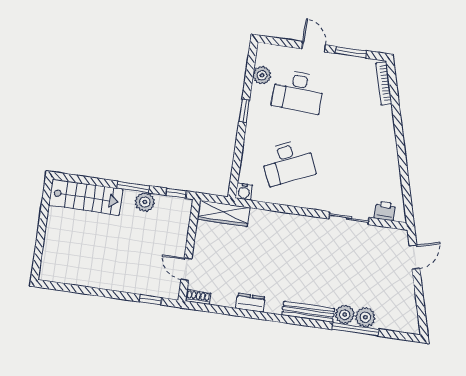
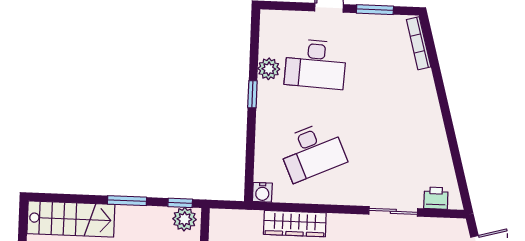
plant: (262, 75) -> (269, 69), moved
plant: (145, 202) -> (184, 219), moved
wardrobe: (224, 213) -> (295, 224), moved

